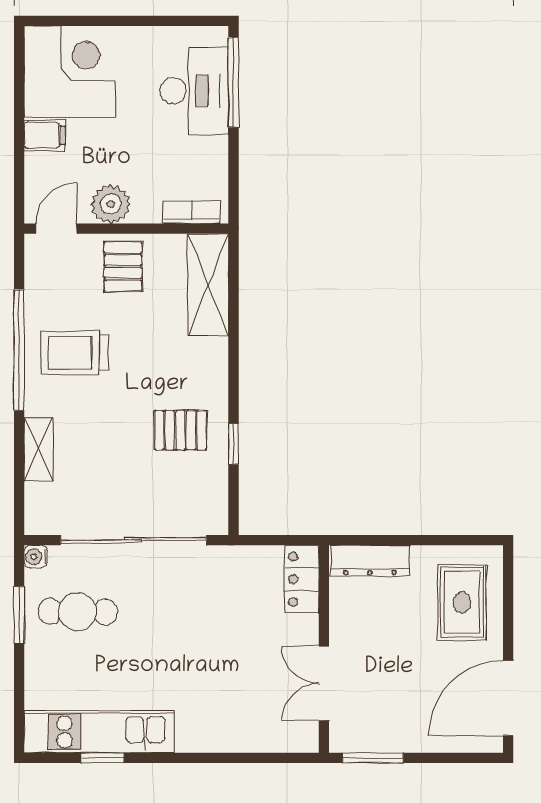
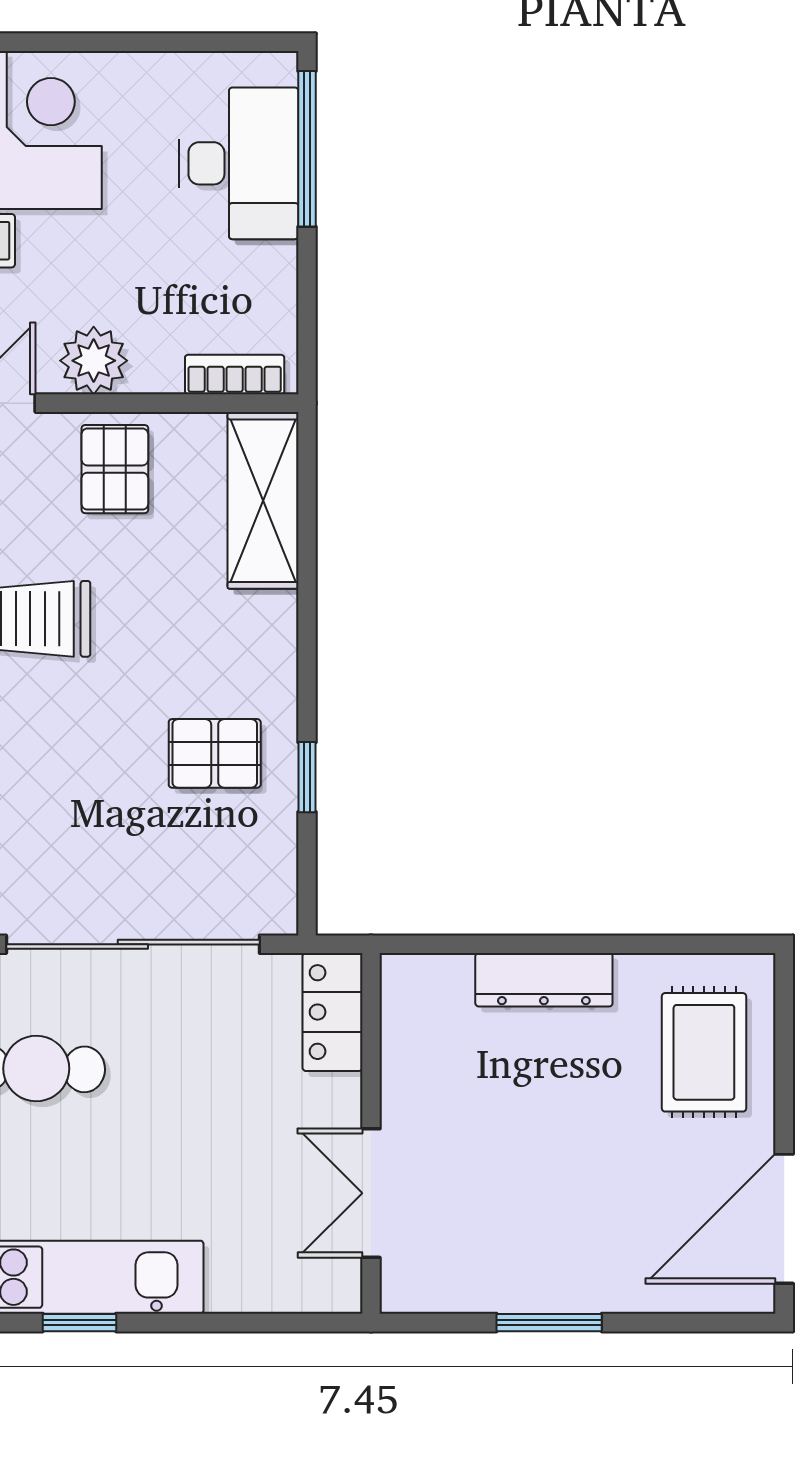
locker: (302, 579) -> (332, 1012), moved
wall: (324, 649) -> (371, 1133), moved
double door: (324, 683) -> (371, 1193), moved

